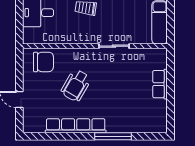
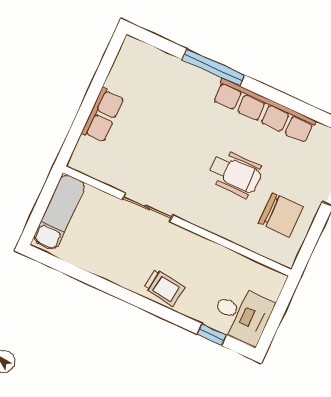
chair: (43, 62) -> (281, 215), moved, turned 180
wheelchair: (76, 85) -> (235, 173), turned 60

